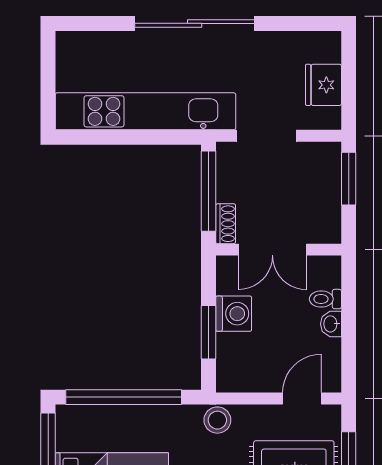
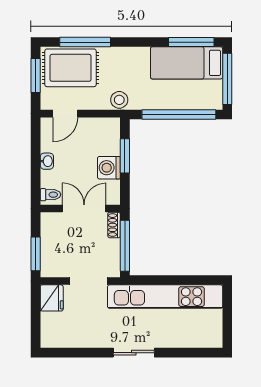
sliding door: (195, 23) -> (134, 353), width x0.54
fridge: (323, 85) -> (52, 298), moved
toilet: (325, 299) -> (50, 195), moved

